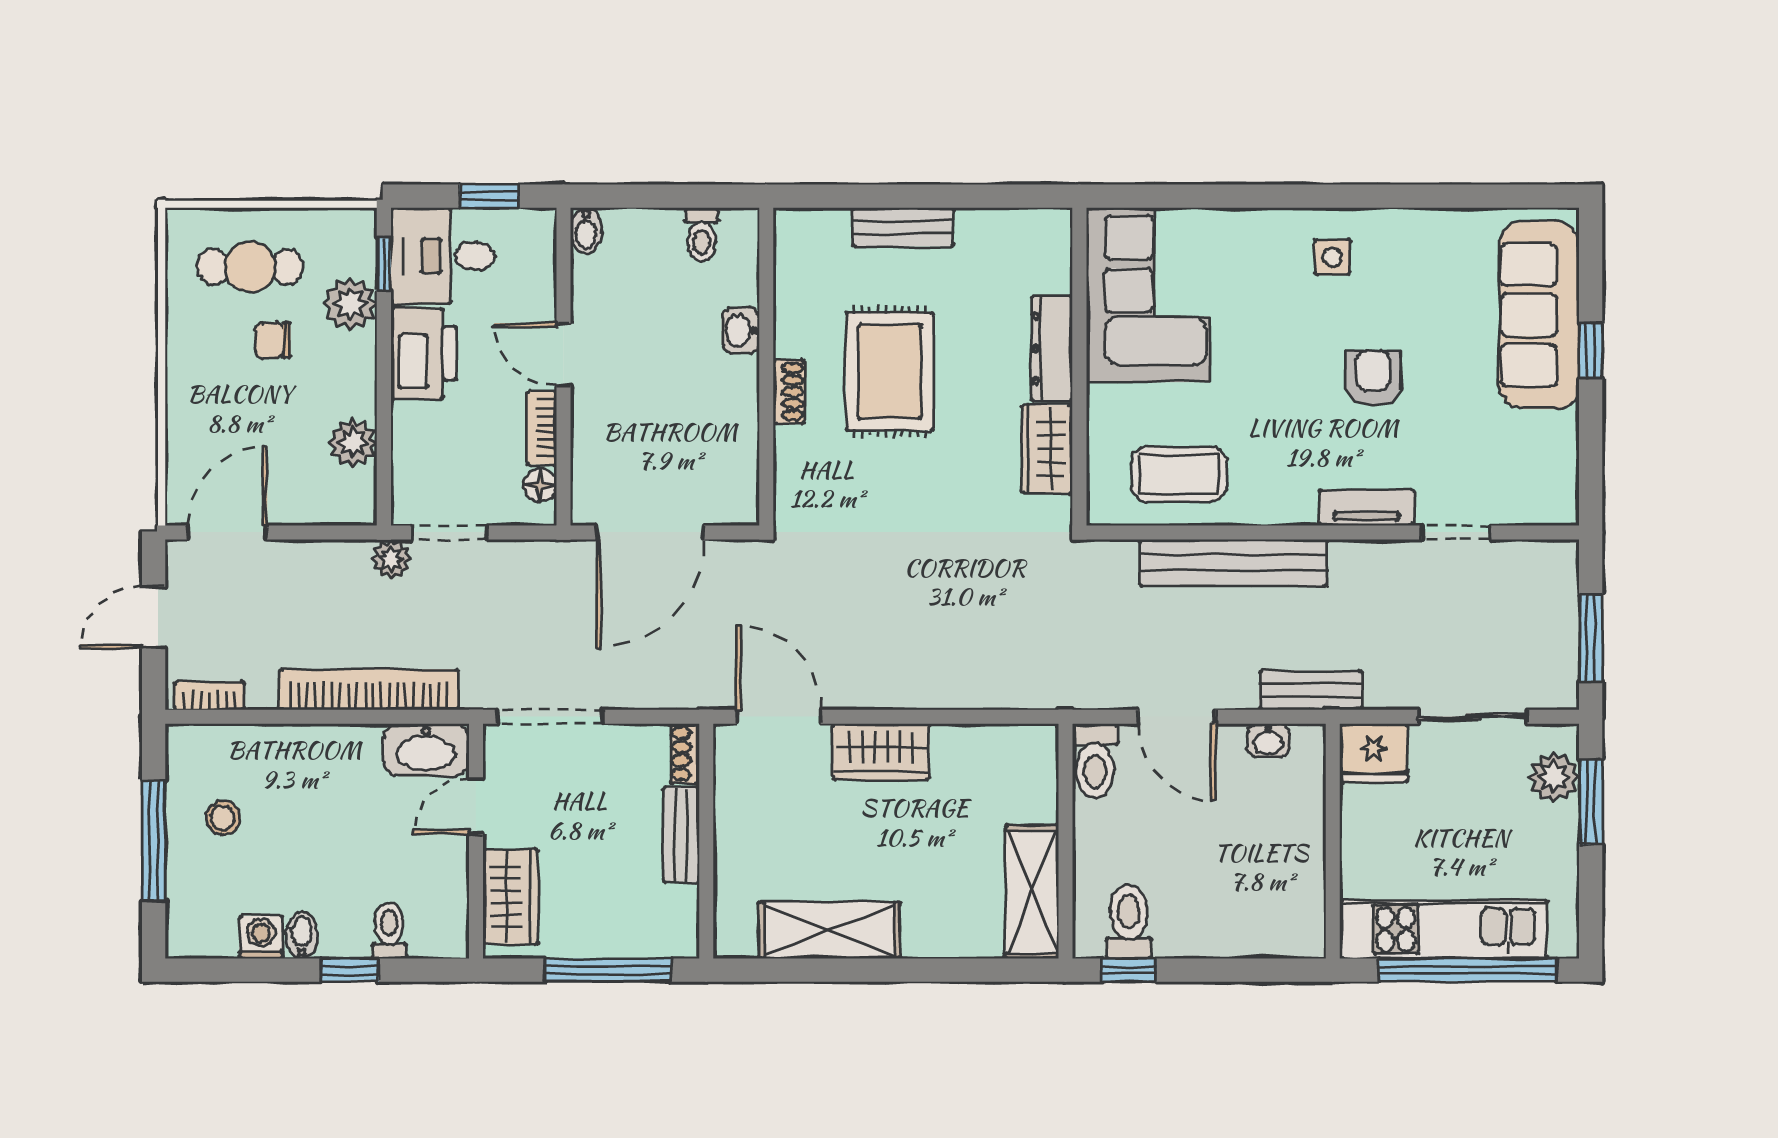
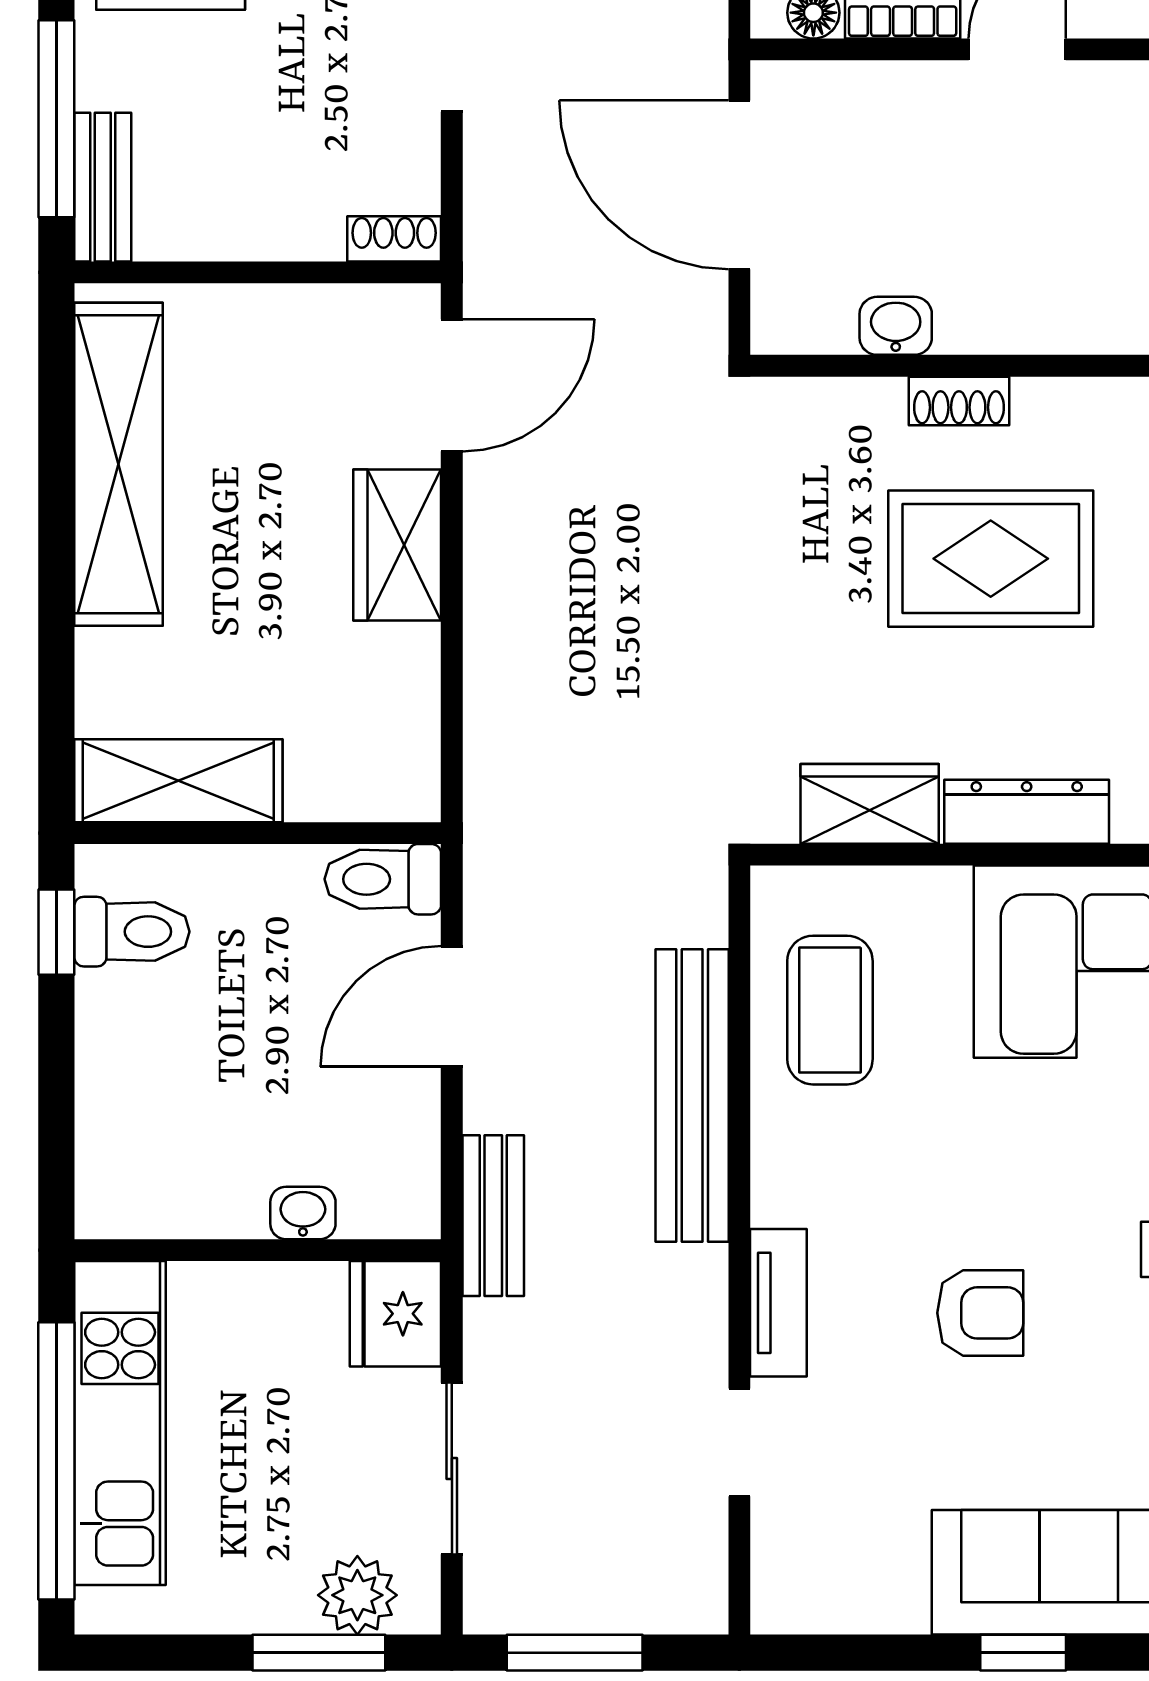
washbasin: (741, 331) -> (896, 326), moved
washbasin: (1268, 740) -> (303, 1213), moved, turned 90
bench: (681, 835) -> (103, 187), moved, turned 90
shelving: (829, 930) -> (118, 464), width x1.47

